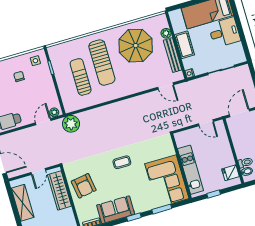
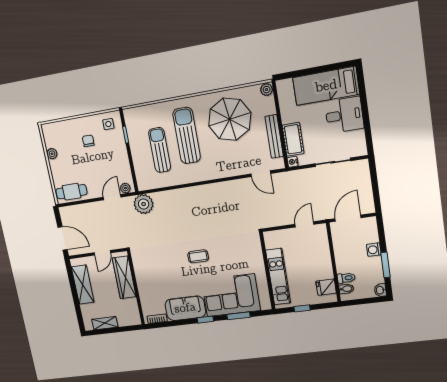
plant: (166, 33) -> (267, 90), moved
cot: (185, 45) -> (293, 139), moved
sun lounger: (102, 63) -> (187, 136), turned 180
door: (206, 123) -> (304, 224), swing flipped
corner sofa: (167, 181) -> (231, 295), moved, turned 90
armchair: (84, 186) -> (152, 276), removed

